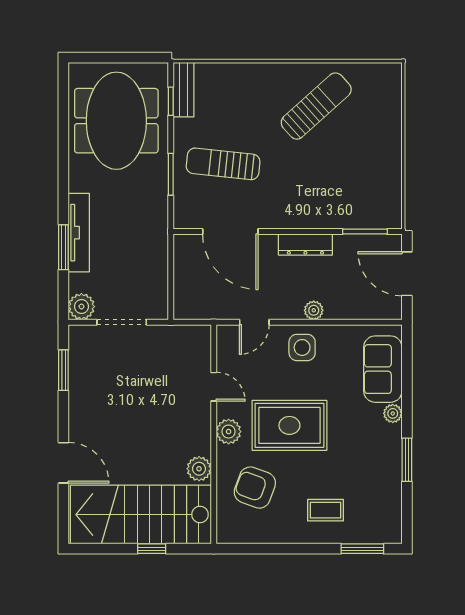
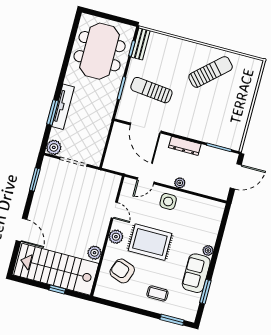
door: (407, 274) -> (236, 176), swing flipped
sofa: (383, 369) -> (196, 273), moved
window: (407, 460) -> (205, 292), moved

